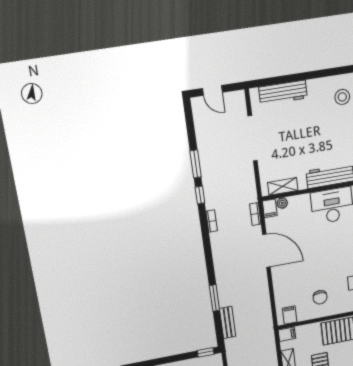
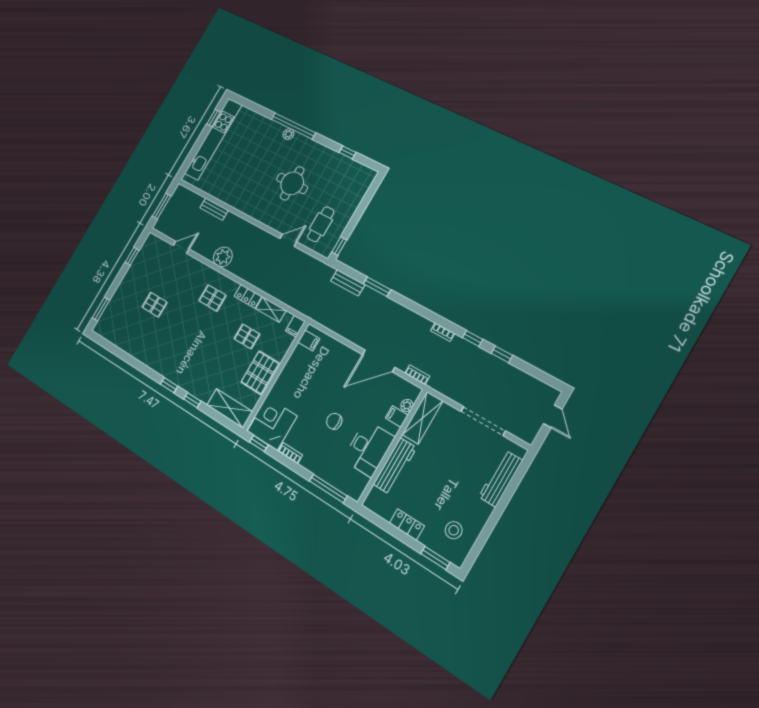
door: (212, 90) -> (553, 416), swing flipped
window: (196, 164) -> (502, 354), width x0.67
shelving: (283, 186) -> (423, 418), width x1.50, depth x1.33
filing cabinet: (270, 208) -> (397, 417), moved
chair: (320, 297) -> (334, 421), moved

